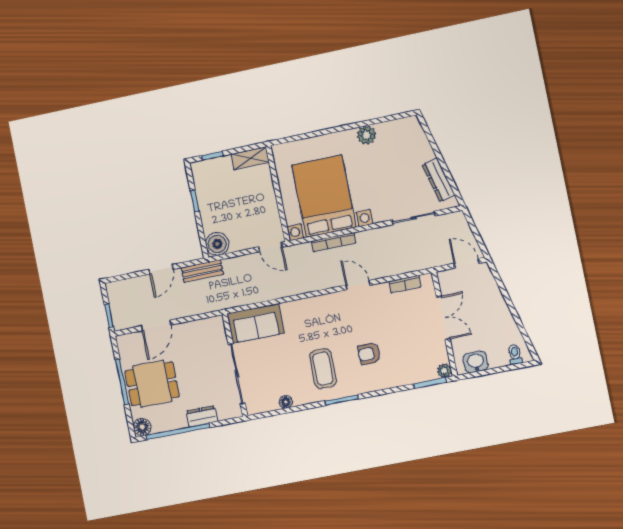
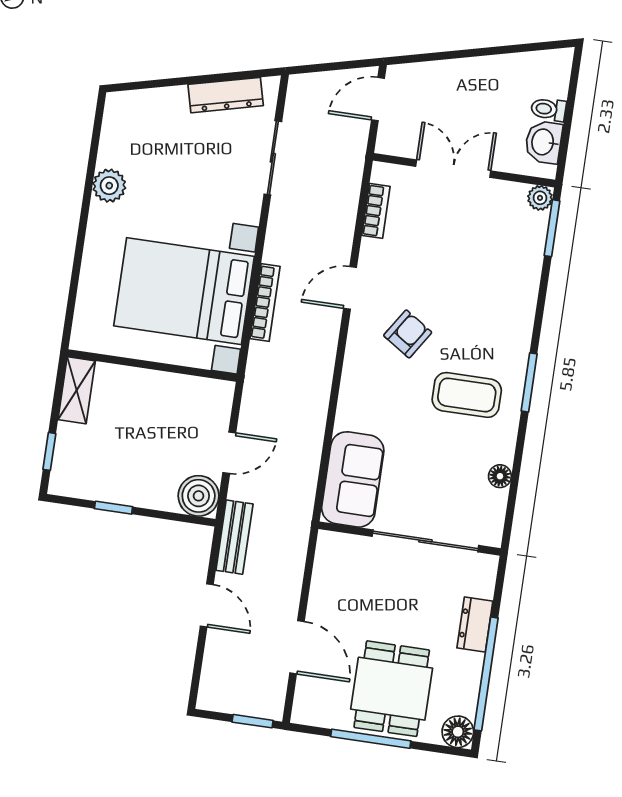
door: (271, 247) -> (229, 453), moved
armchair: (369, 354) -> (408, 334), moved, turned -147
toilet: (515, 354) -> (548, 109), moved

